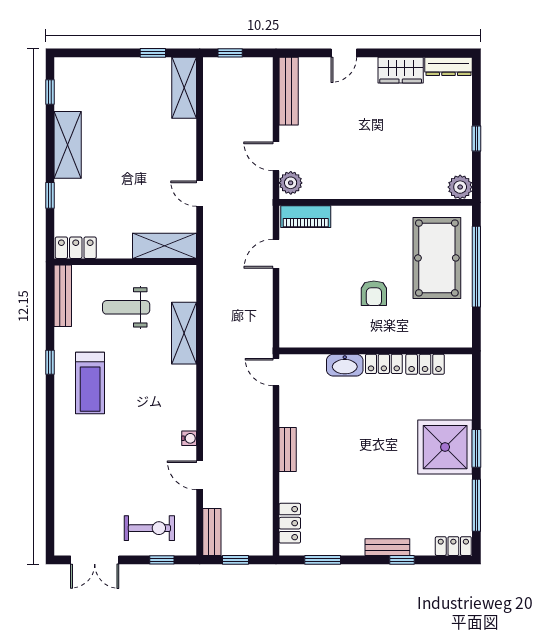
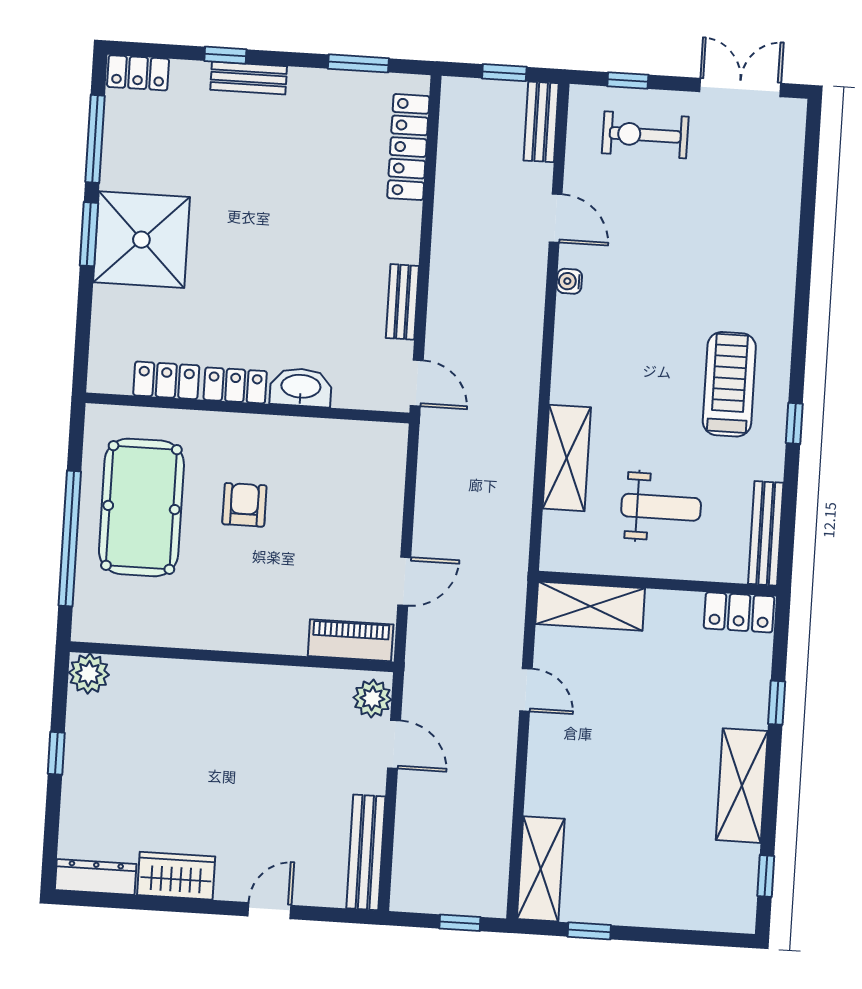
pool table: (437, 258) -> (141, 507), moved
bench: (288, 449) -> (402, 302), moved
locker: (290, 523) -> (408, 147), width x1.53

